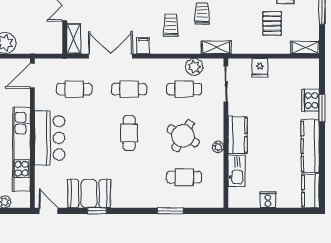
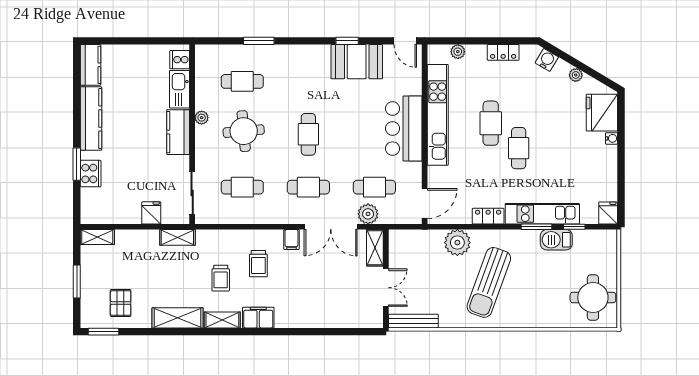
pallet: (272, 23) -> (137, 266), removed
shelving: (216, 47) -> (177, 237), moved
plant: (194, 67) -> (368, 214), moved
round table: (183, 136) -> (244, 131), turned -34
cooker: (268, 200) -> (180, 60), moved, turned 90

